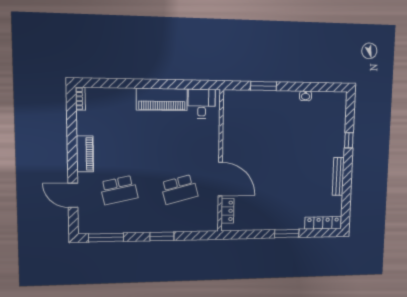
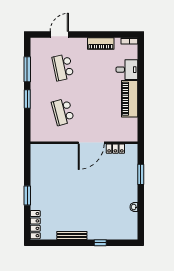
desk: (202, 104) -> (127, 70), moved
piano: (85, 154) -> (101, 43), moved
door: (220, 179) -> (91, 143), moved
locker: (227, 211) -> (115, 149), moved
window: (106, 238) -> (27, 69), moved

